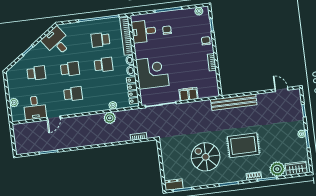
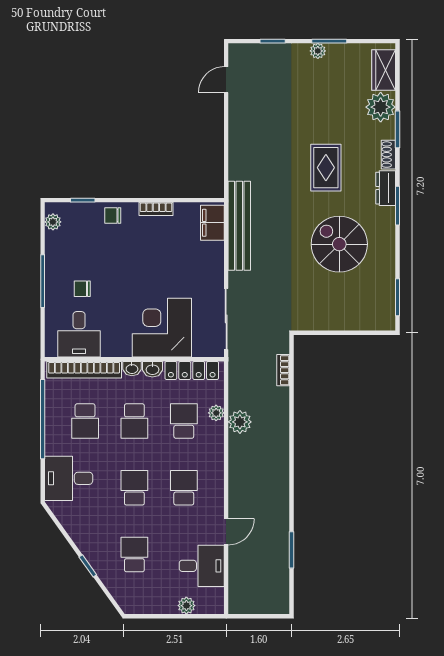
desk: (57, 42) -> (69, 478), moved, turned 36
school desk: (104, 65) -> (134, 421), turned 180
school desk: (107, 90) -> (184, 421), added
filing cabinet: (188, 94) -> (212, 223), moved
bench: (234, 102) -> (239, 226), moved
door: (54, 118) -> (226, 532), hinge flipped
rug: (243, 145) -> (326, 168), width x0.73, depth x0.70
spiral stairs: (206, 157) -> (339, 244), turned 90
dresser: (174, 185) -> (386, 188), moved

